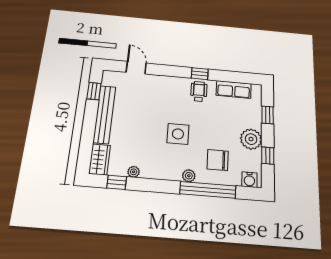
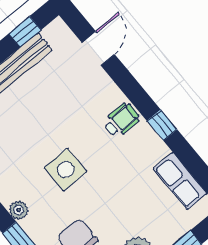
wheelchair: (199, 91) -> (122, 120), moved
plant: (189, 176) -> (19, 210), moved

